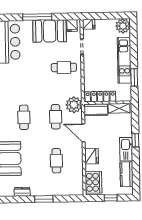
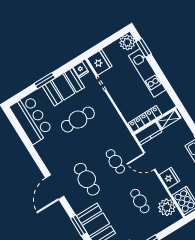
window: (37, 17) -> (45, 81), width x0.69
fridge: (89, 24) -> (100, 62), width x1.88, depth x1.34
cafe table: (64, 67) -> (78, 120), moved, width x1.37, depth x1.35
window: (134, 77) -> (144, 48), moved
plant: (74, 105) -> (167, 207), moved
cafe table: (24, 117) -> (87, 179), width x1.37, depth x1.35

